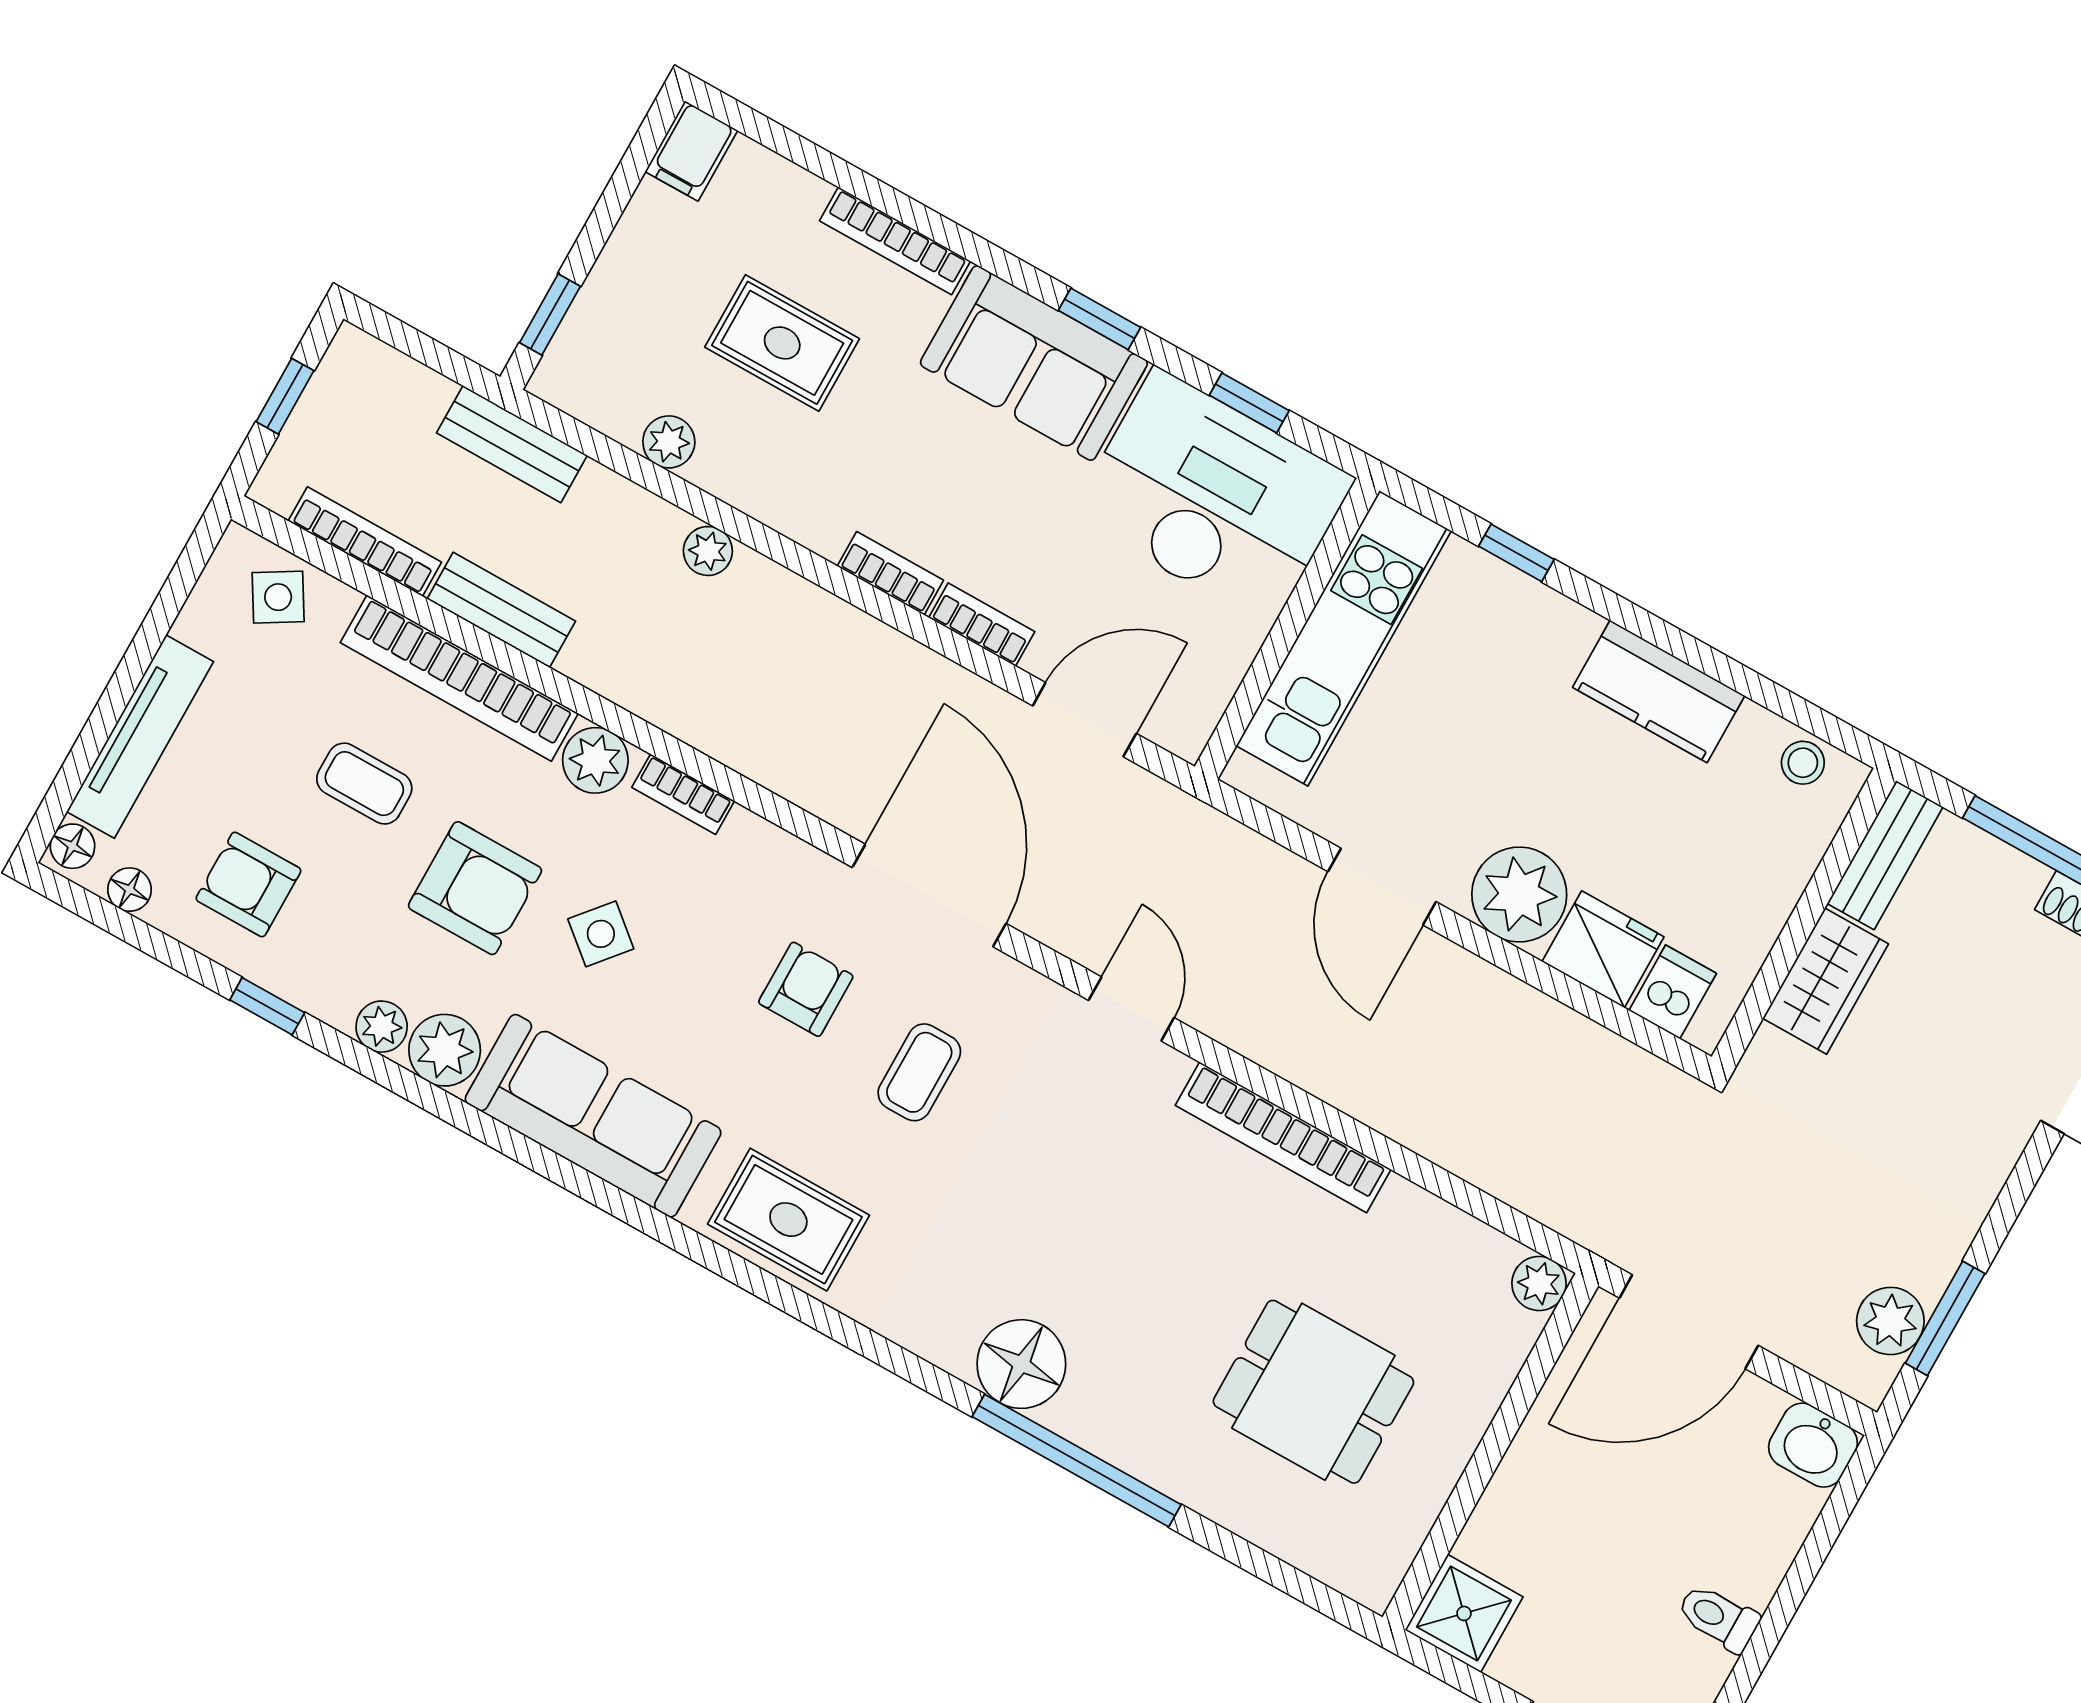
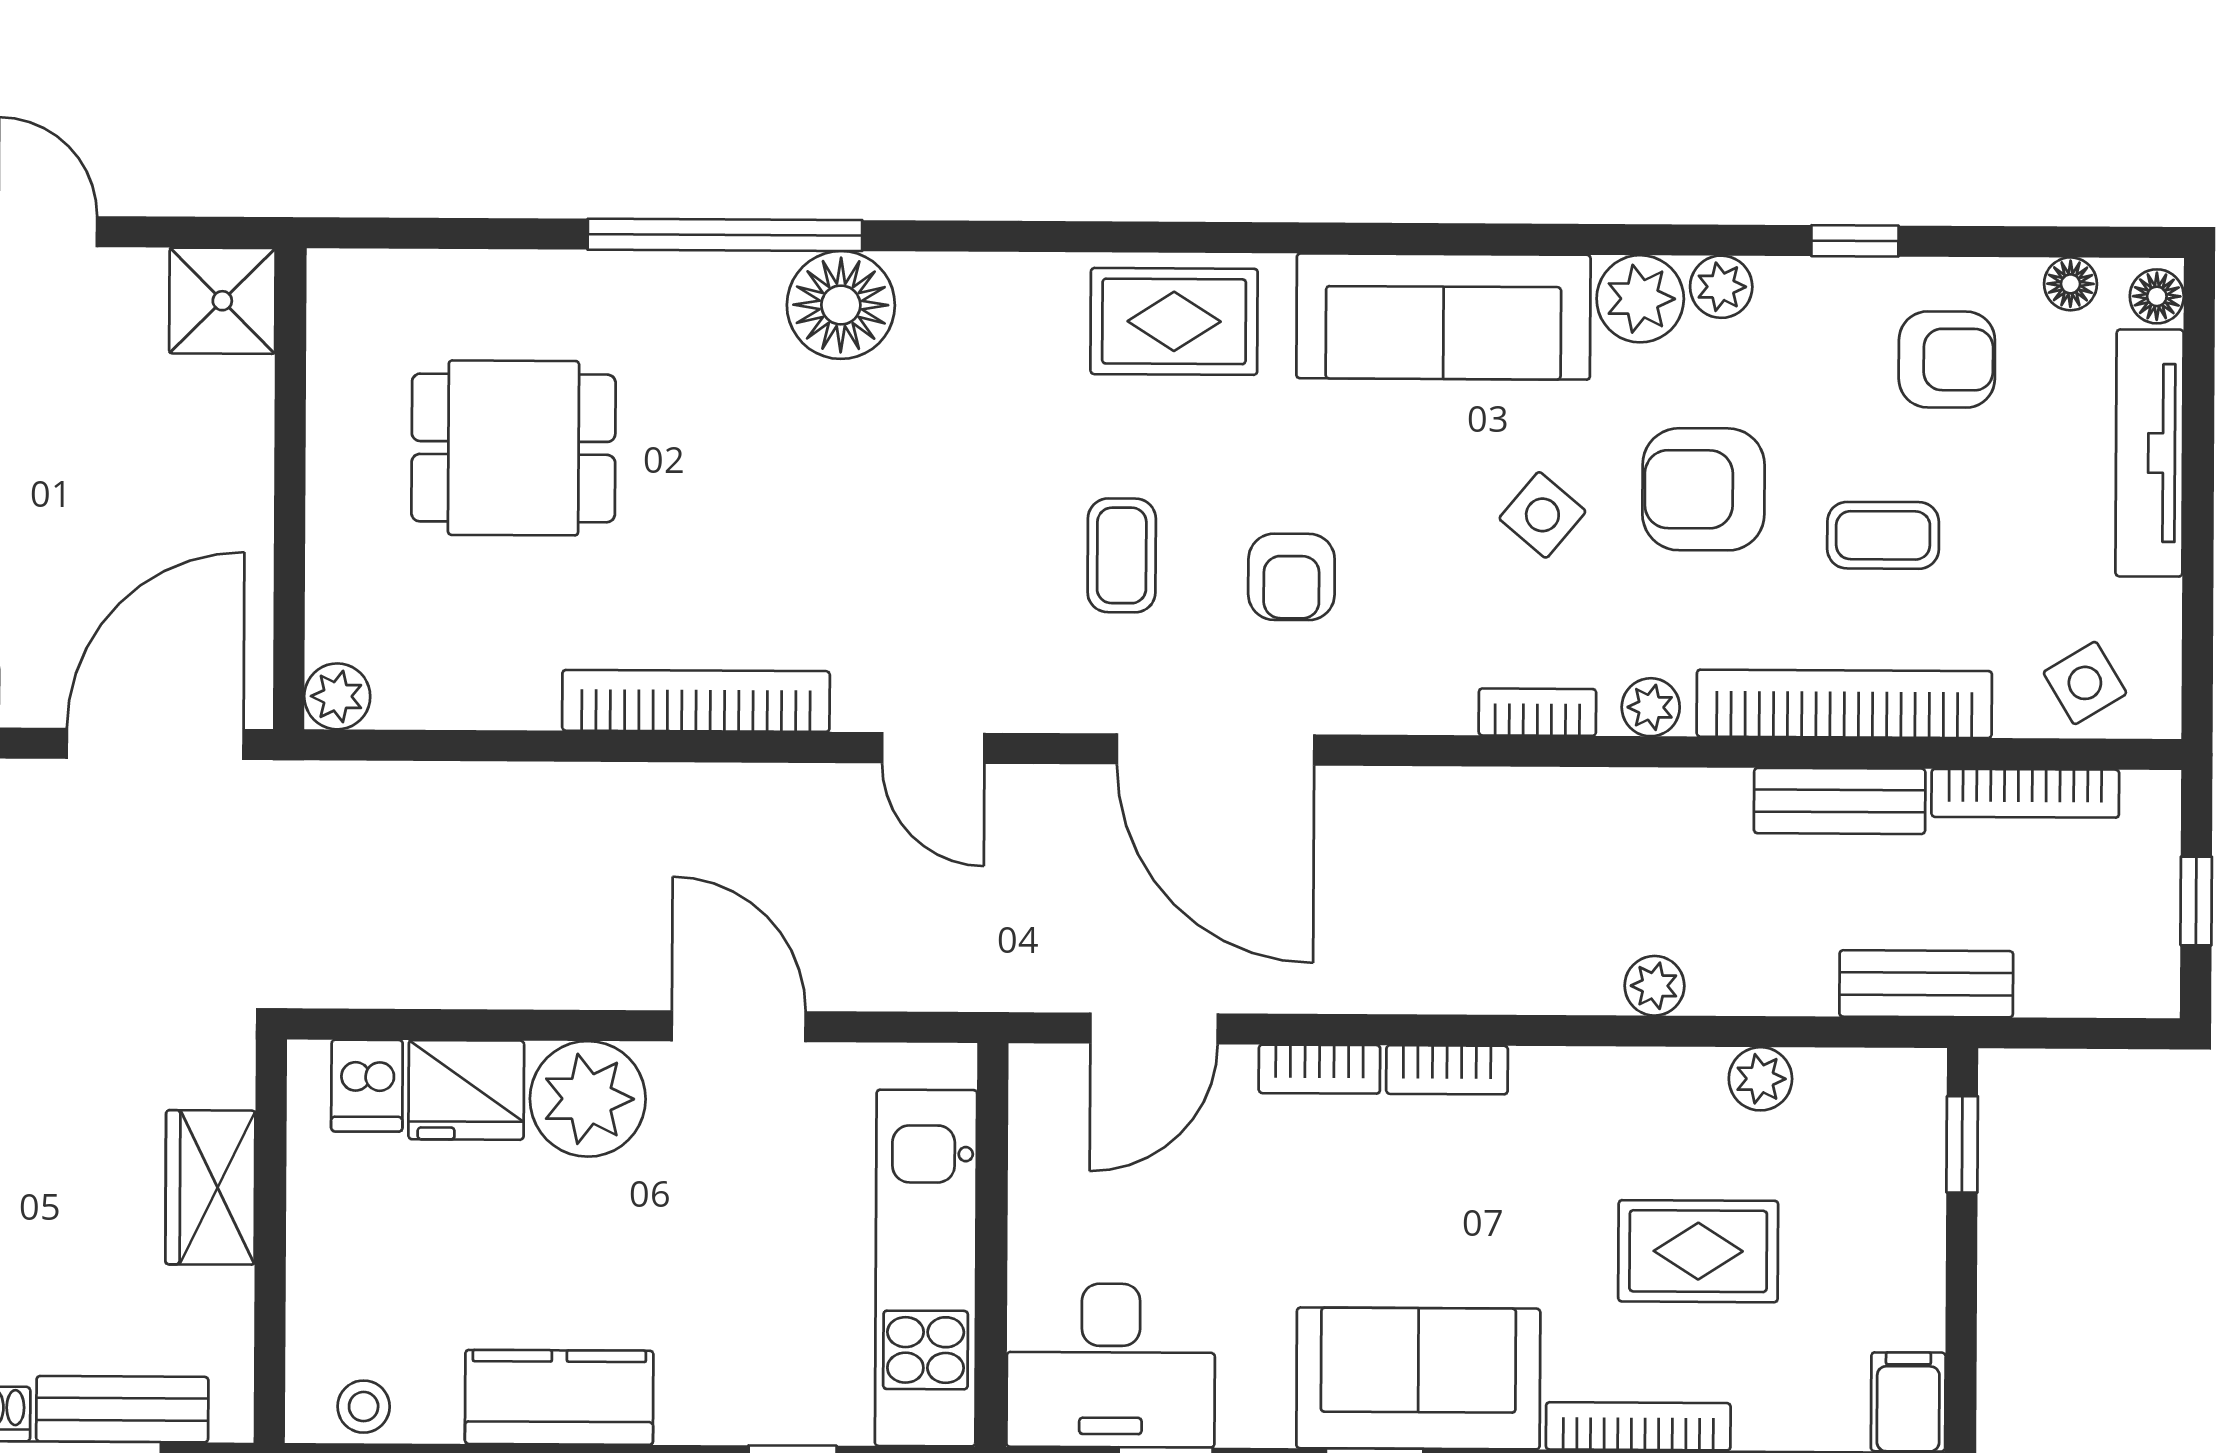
desk: (1213, 497) -> (1111, 1365), width x0.73, depth x0.77
plant: (595, 760) -> (1651, 707), width x0.73, depth x0.73
bench: (1885, 855) -> (122, 1409), moved, turned 90

